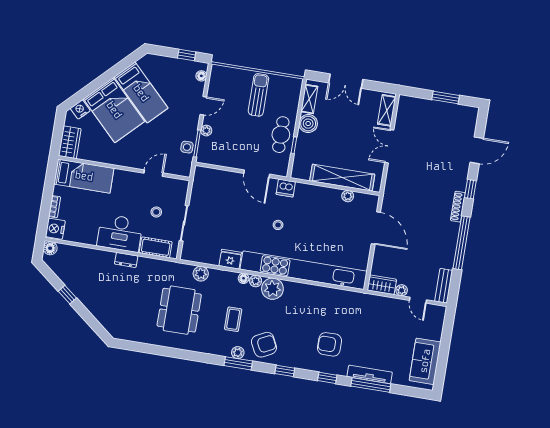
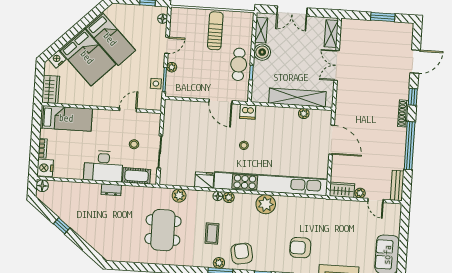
plant: (272, 289) -> (266, 204), moved
armchair: (264, 345) -> (242, 254), turned -74

